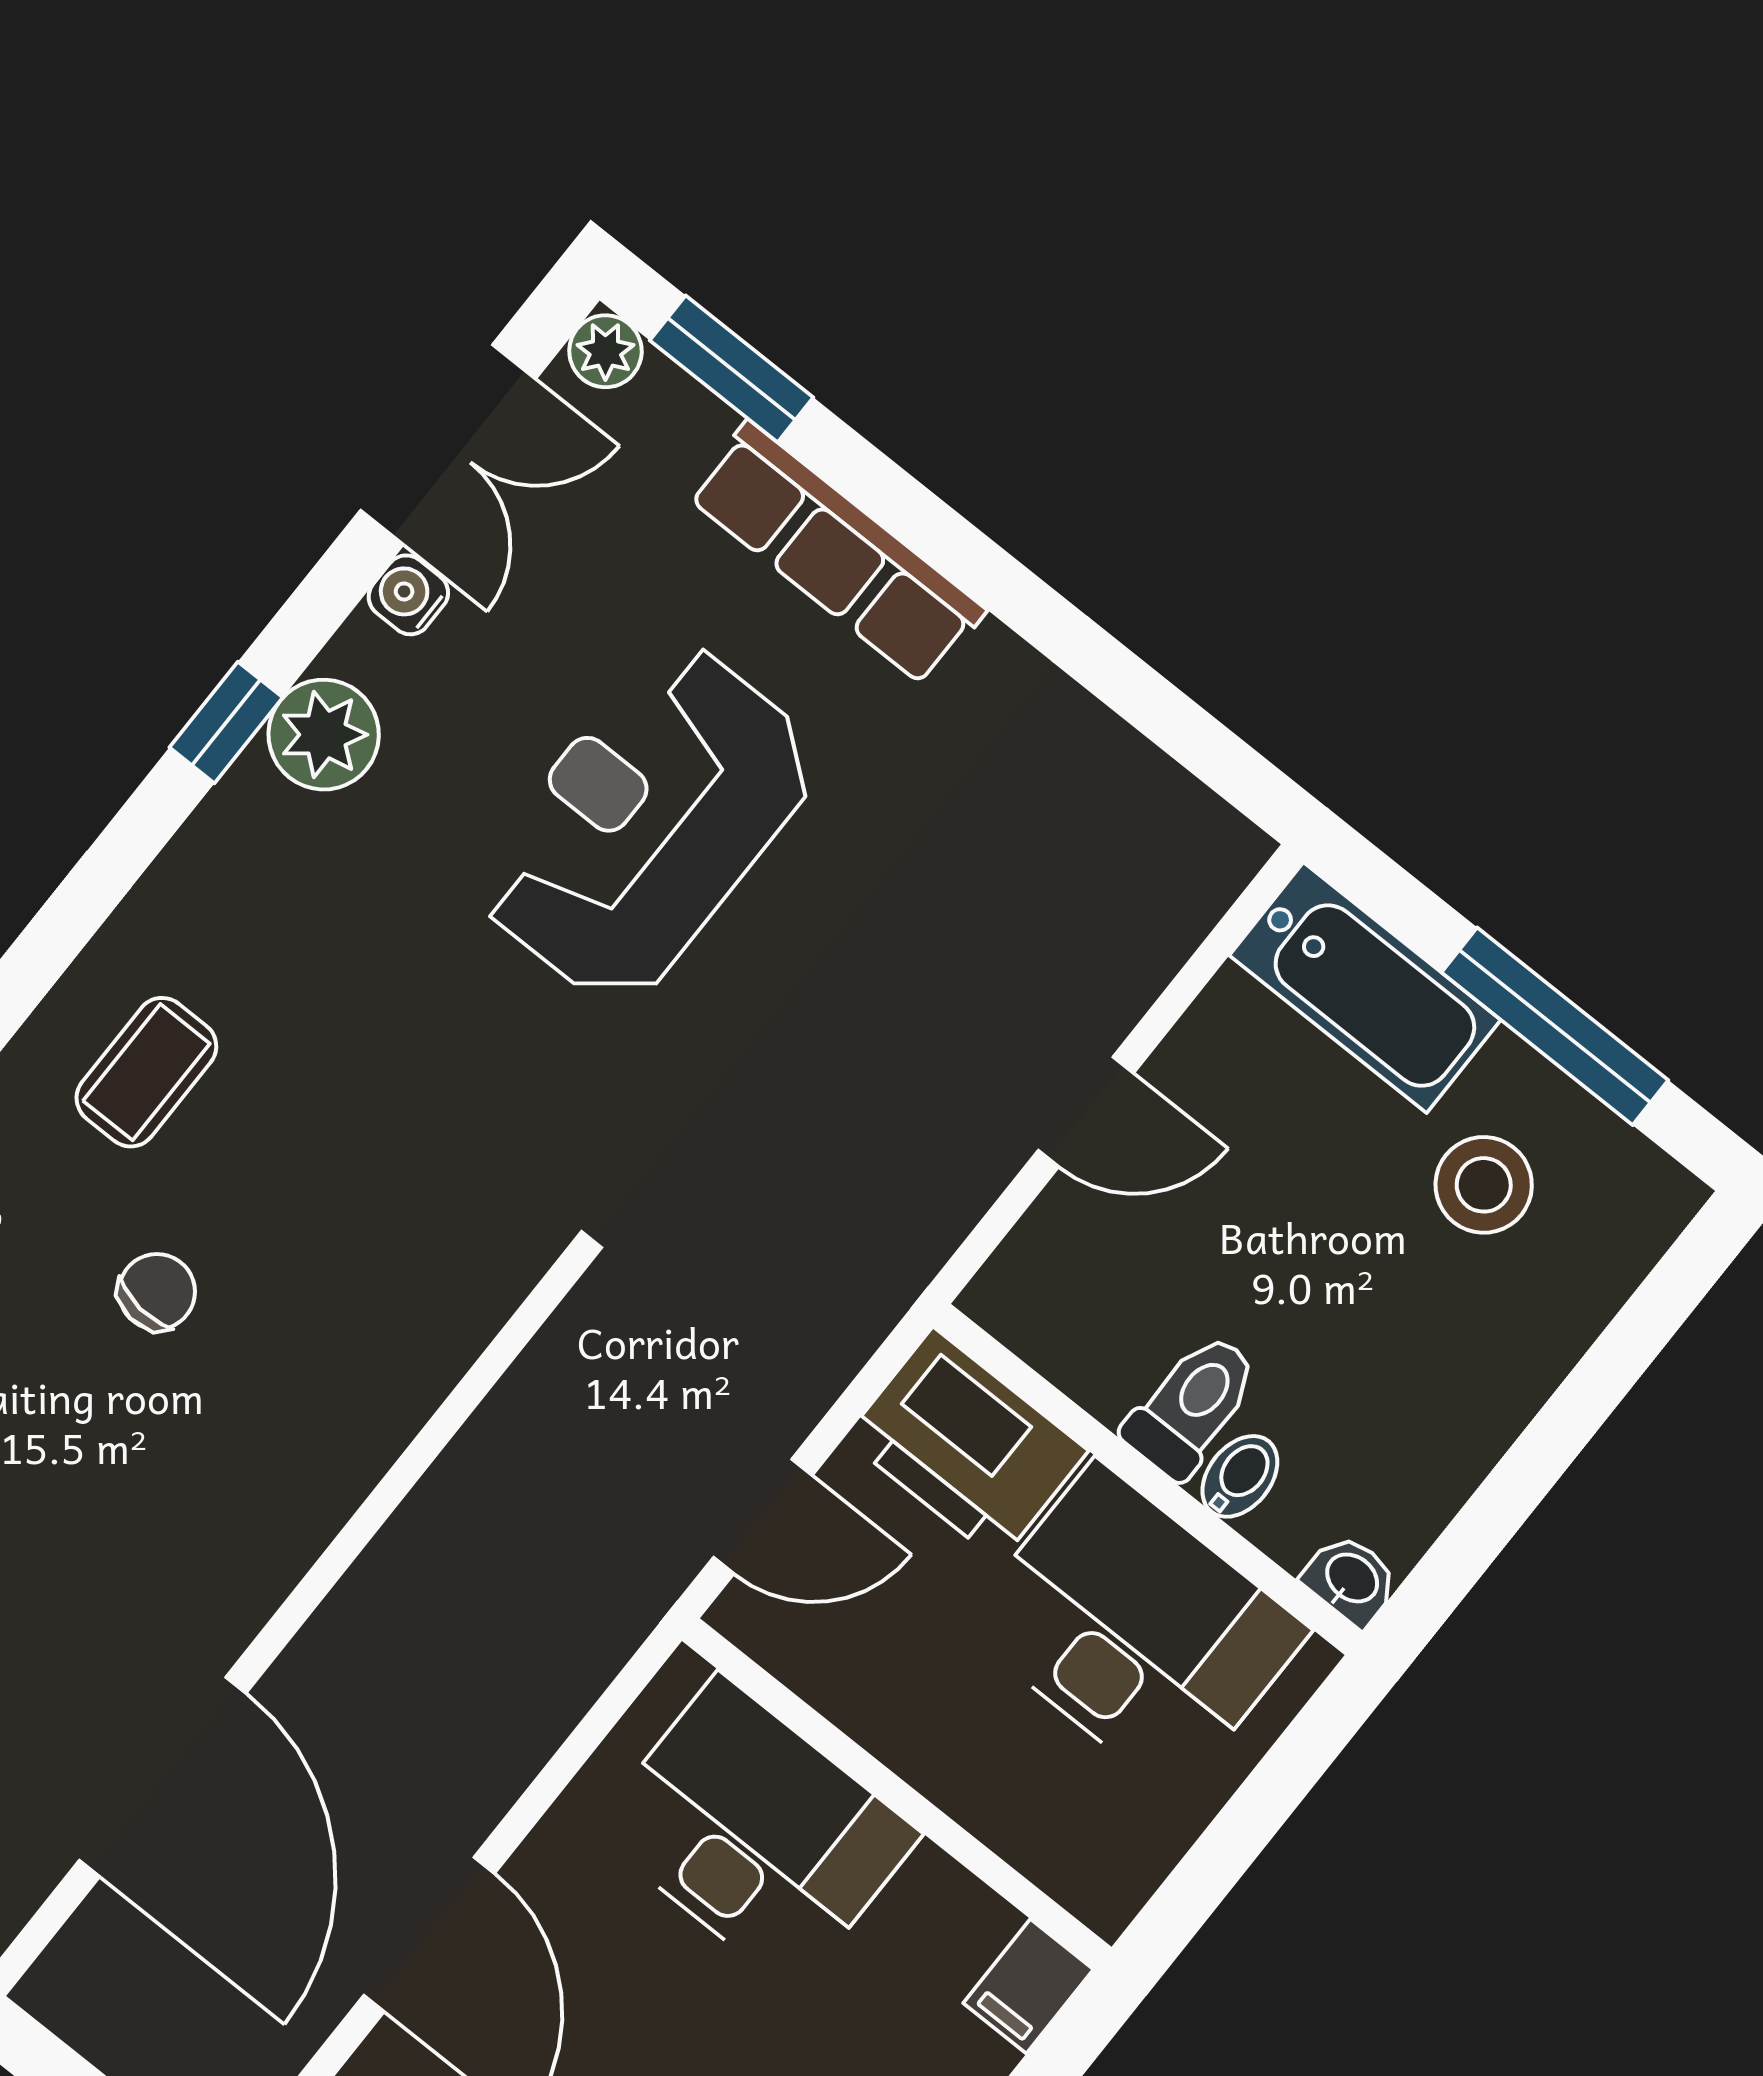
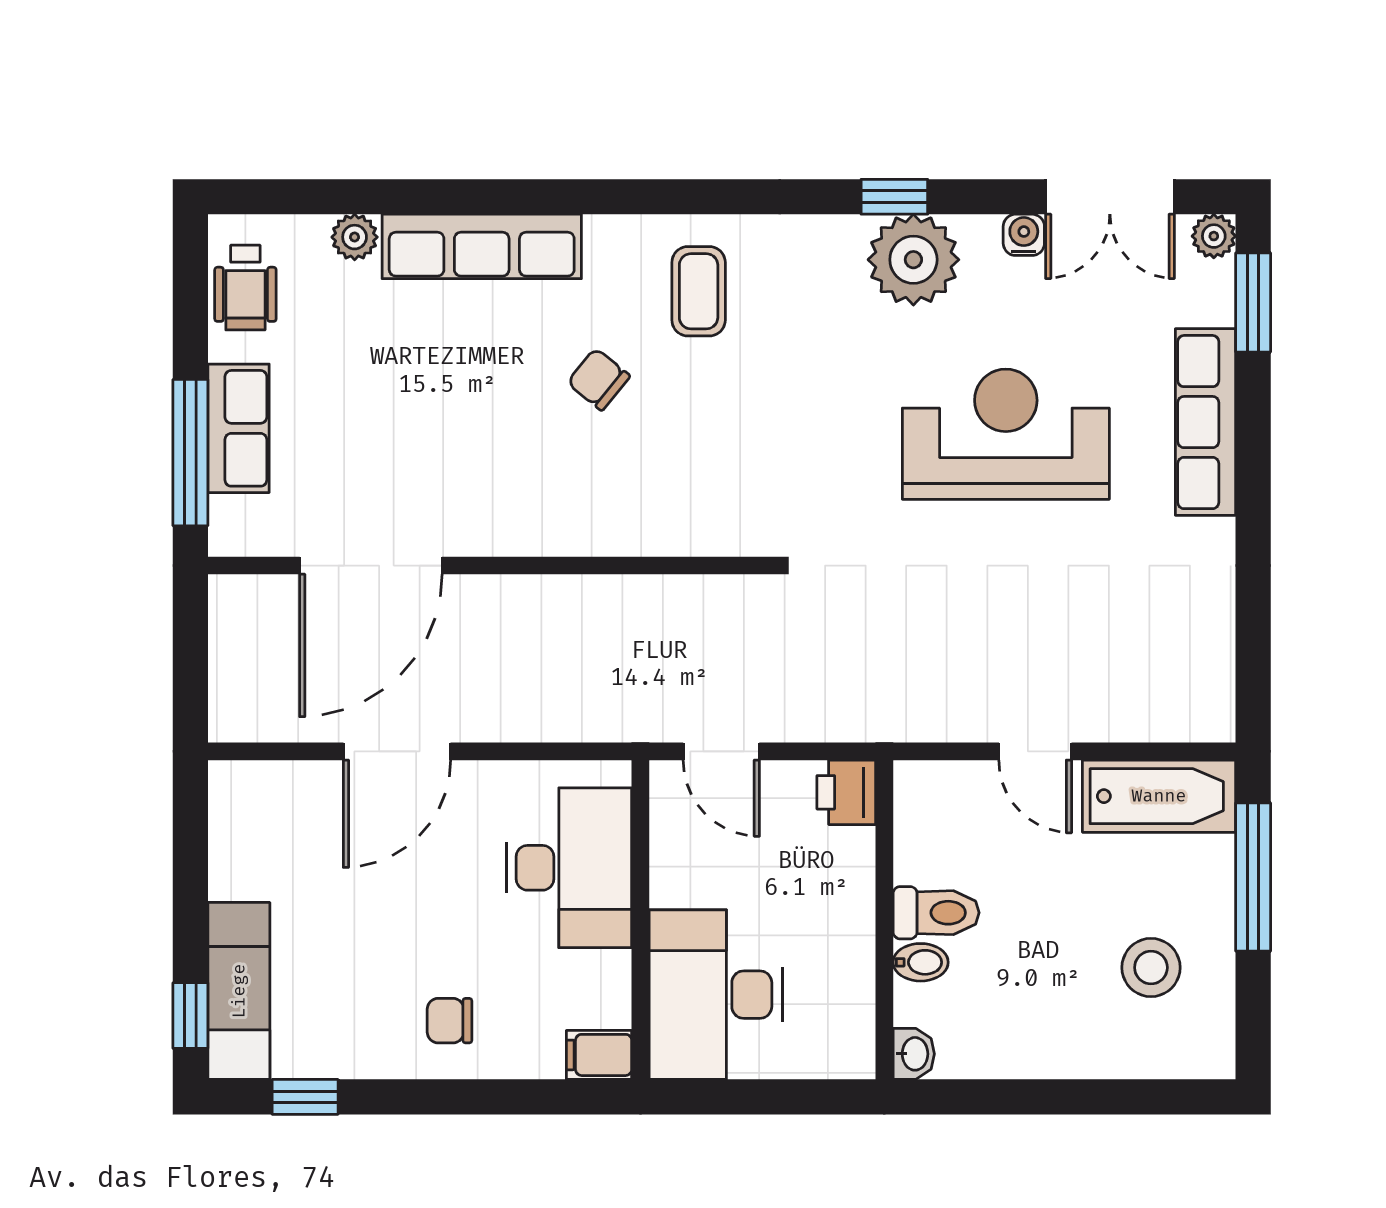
plant: (324, 735) -> (913, 260), width x1.36, depth x1.36
bathtub: (1365, 988) -> (1159, 796), moved, turned -90
window: (1555, 1026) -> (1253, 877), moved
coffee table: (146, 1072) -> (699, 291), turned 90
chair: (157, 1292) -> (599, 379), turned -147
printer: (966, 1445) -> (846, 792), width x0.53, depth x0.68
desk: (1136, 1629) -> (716, 995), moved, turned 180

